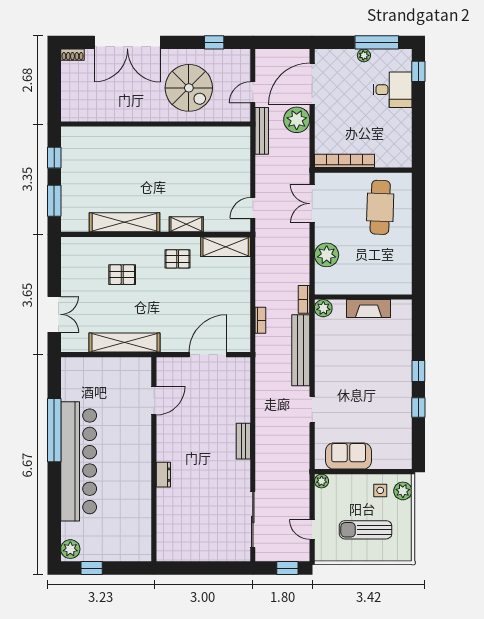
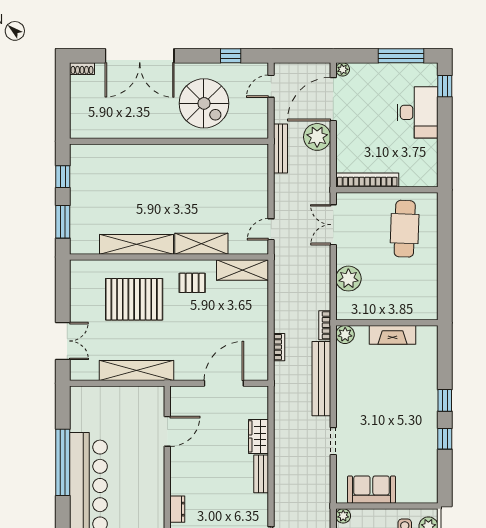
plant: (364, 55) -> (343, 69), moved
desk: (392, 90) -> (418, 112), width x1.37
door: (253, 92) -> (271, 86), moved
shelving: (186, 224) -> (201, 244), width x1.50, depth x1.33
pallet: (122, 275) -> (134, 299), width x2.05, depth x2.00
wardrobe: (241, 405) -> (259, 436), added

